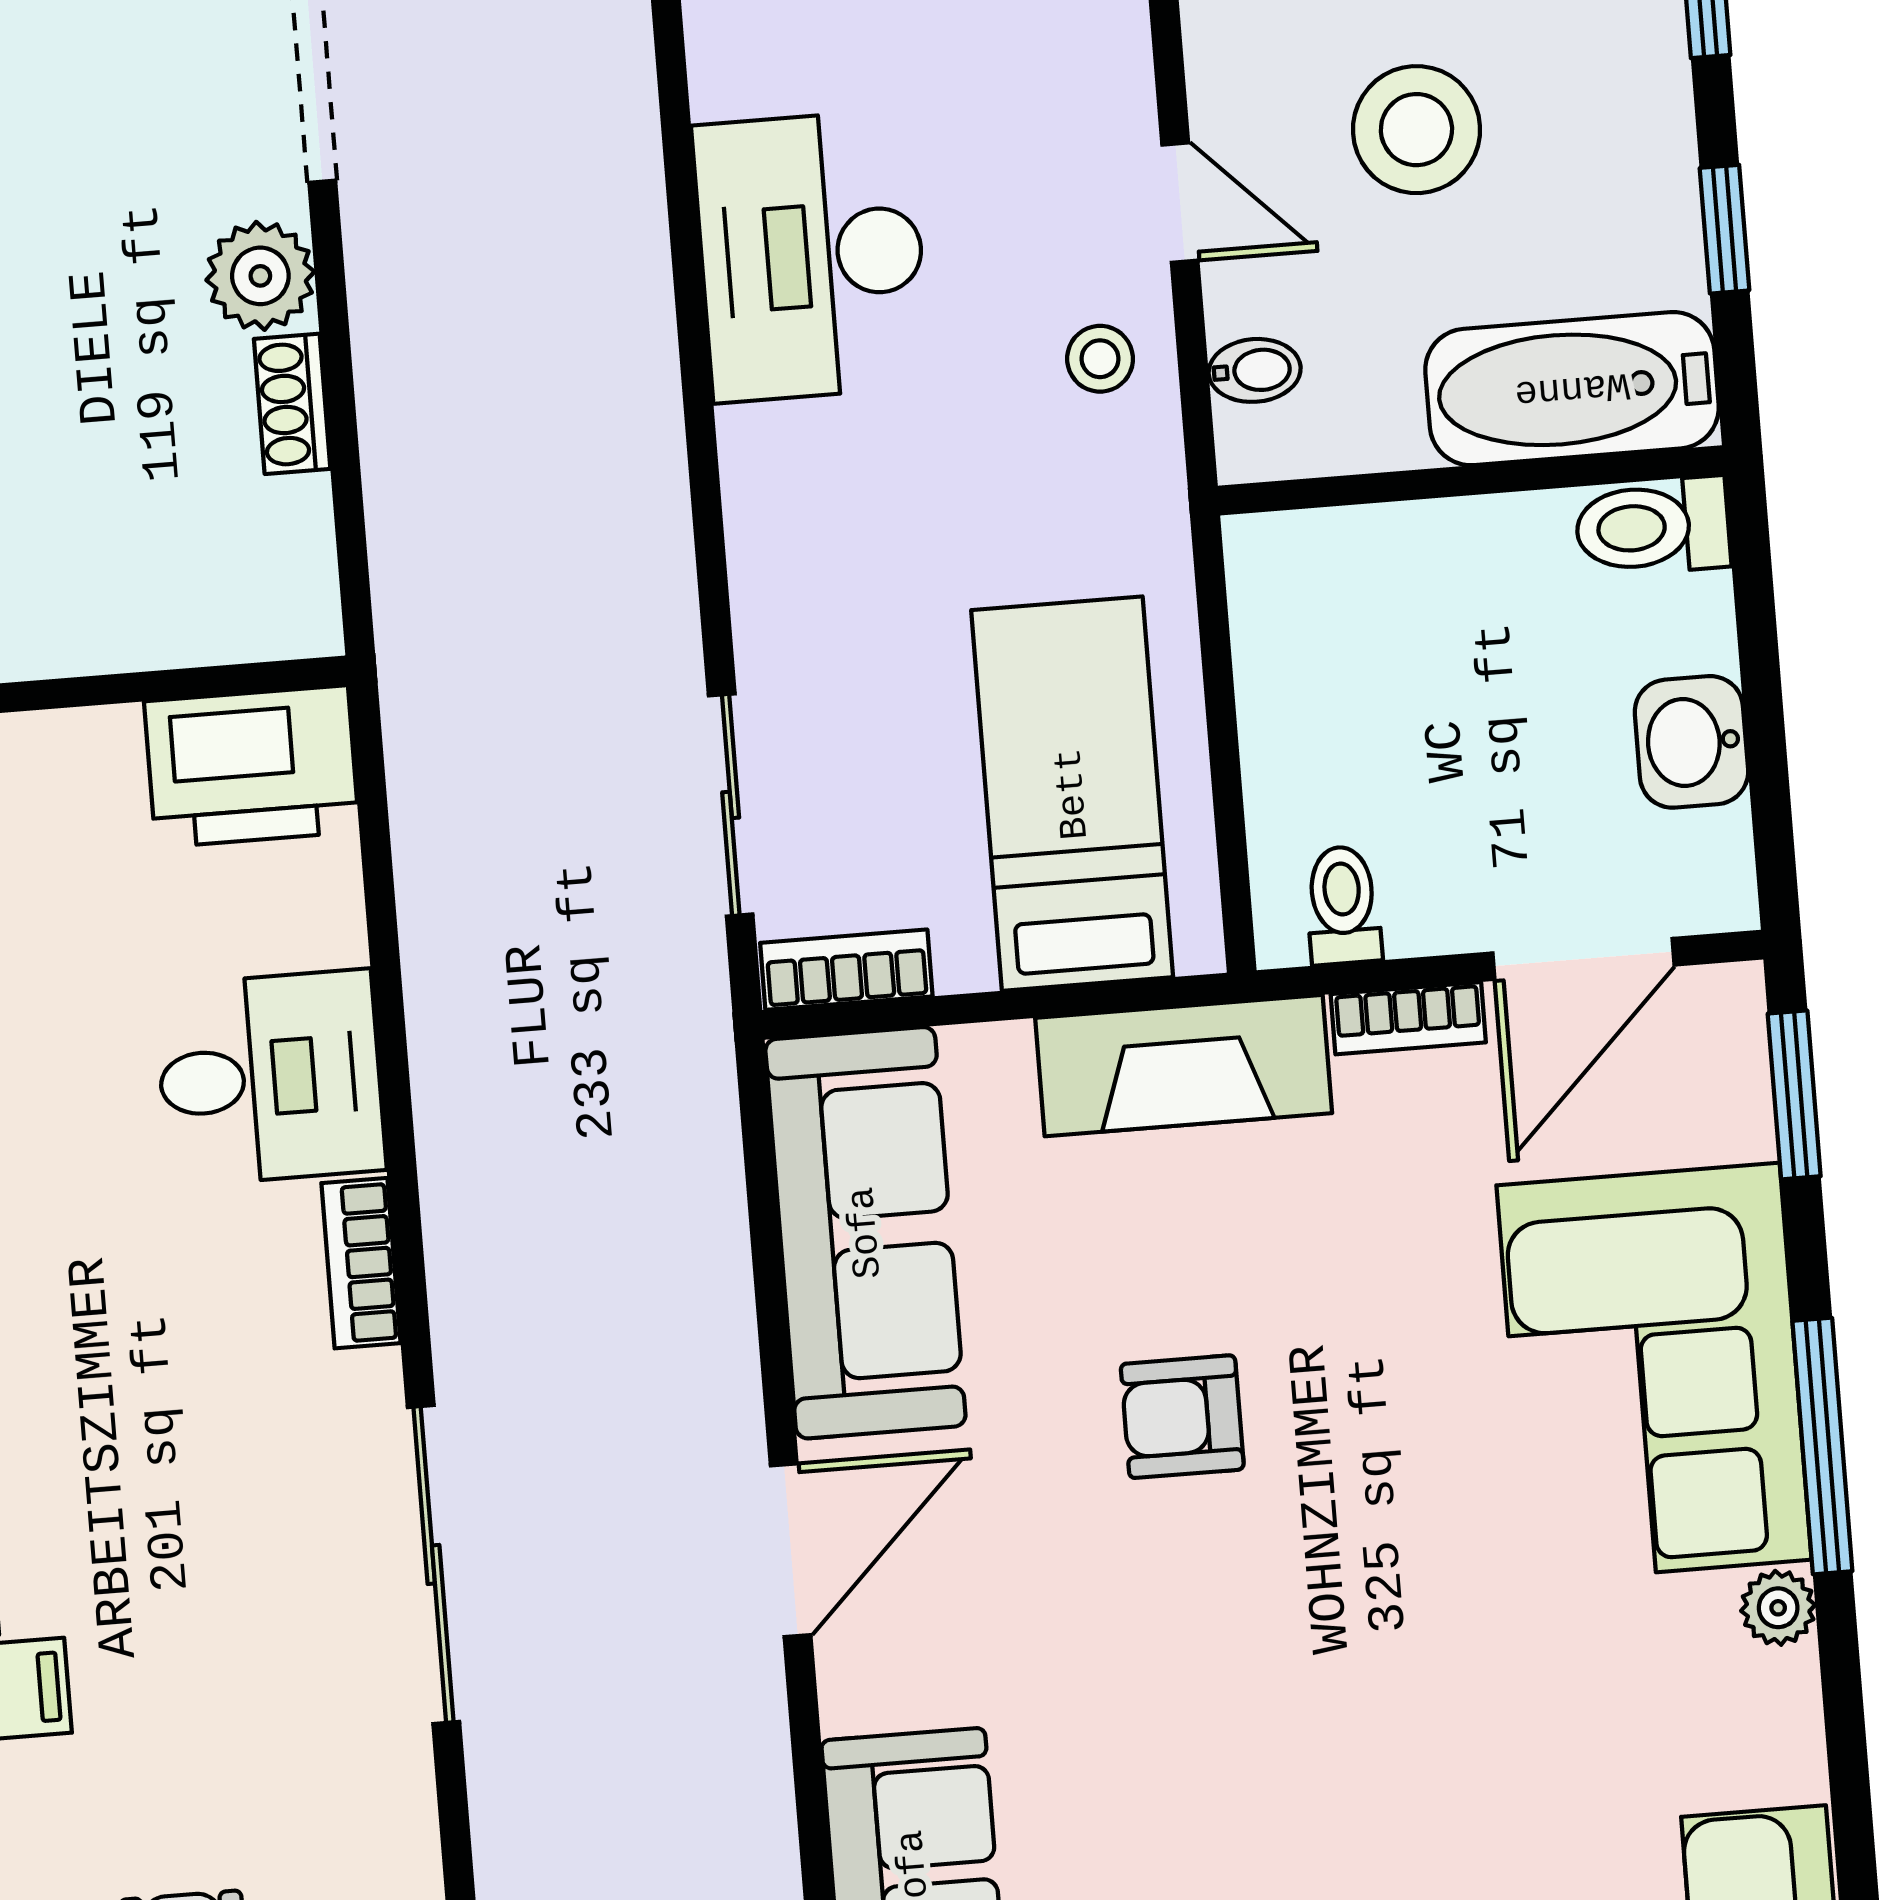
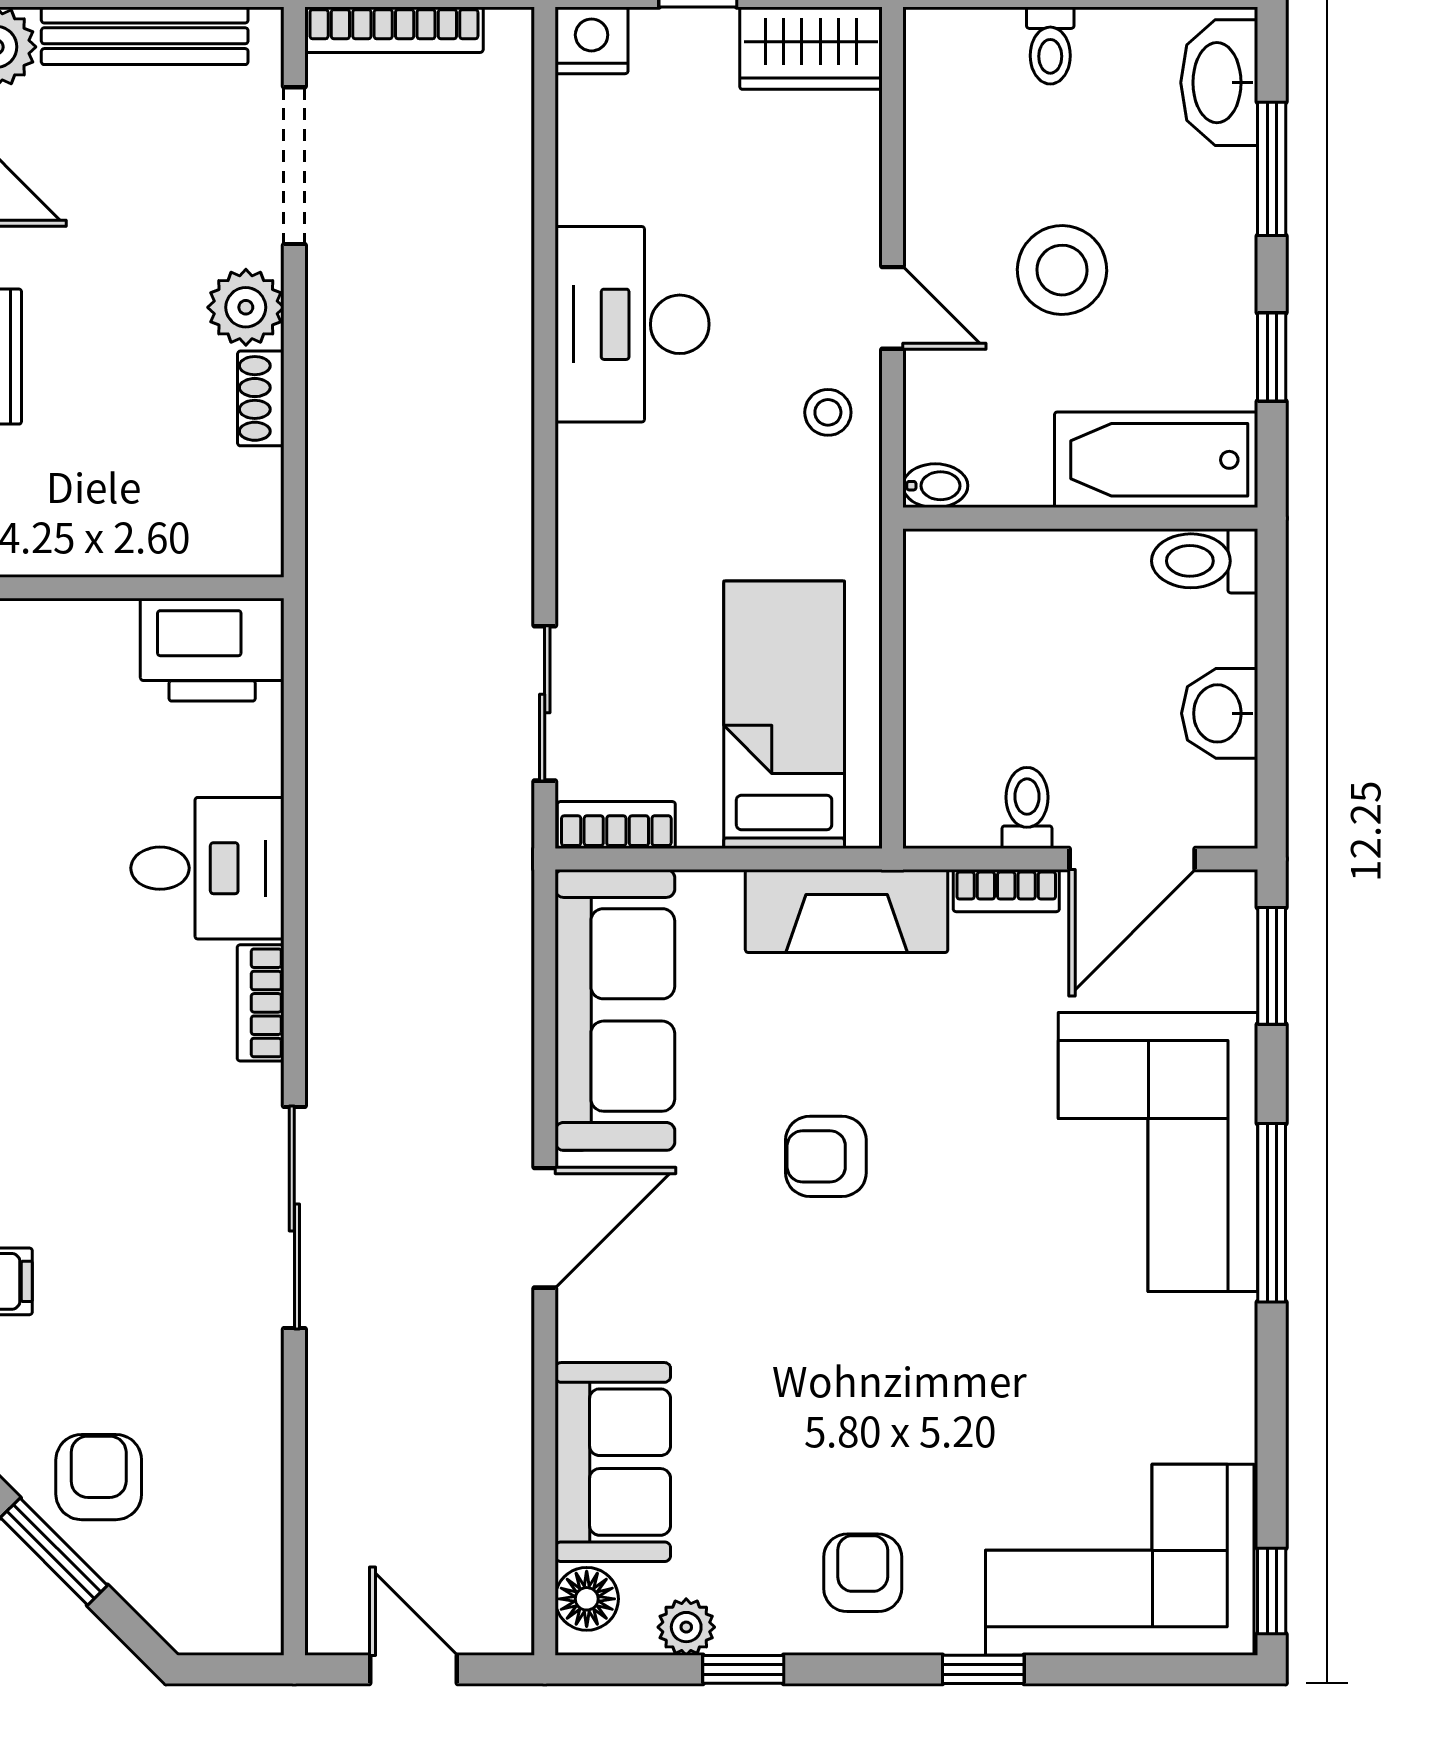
bidet: (1255, 370) -> (935, 486), moved
toilet: (1343, 905) -> (1027, 808), moved
plant: (1778, 1608) -> (1232, 1323), removed

